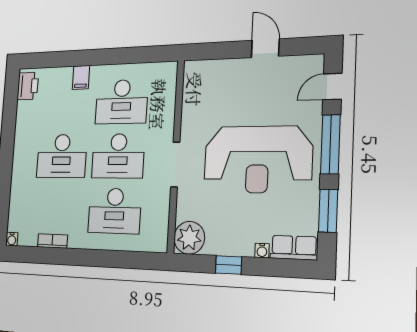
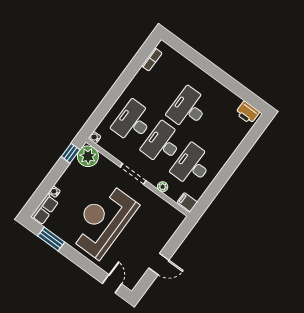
filing cabinet: (81, 77) -> (187, 202), moved
plant: (168, 117) -> (163, 187), added
window: (330, 144) -> (83, 263), removed
water cooler: (12, 239) -> (95, 137), moved
bookcase: (52, 241) -> (152, 59), moved
window: (229, 265) -> (71, 153), moved

